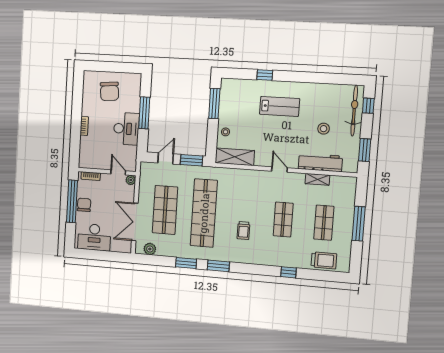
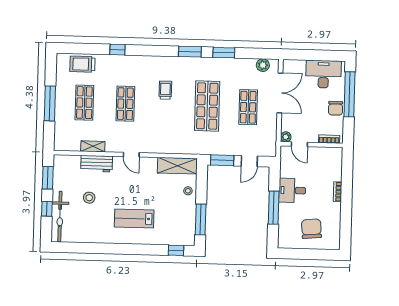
window: (265, 75) -> (176, 250), moved
window: (368, 106) -> (47, 209), moved
desk: (126, 129) -> (292, 190), width x0.73
workbench: (320, 163) -> (97, 164), width x0.73
window: (72, 201) -> (349, 94), moved
shop shelf: (165, 210) -> (248, 107), width x0.70, depth x0.74
shop shelf: (204, 213) -> (207, 106), width x0.71

